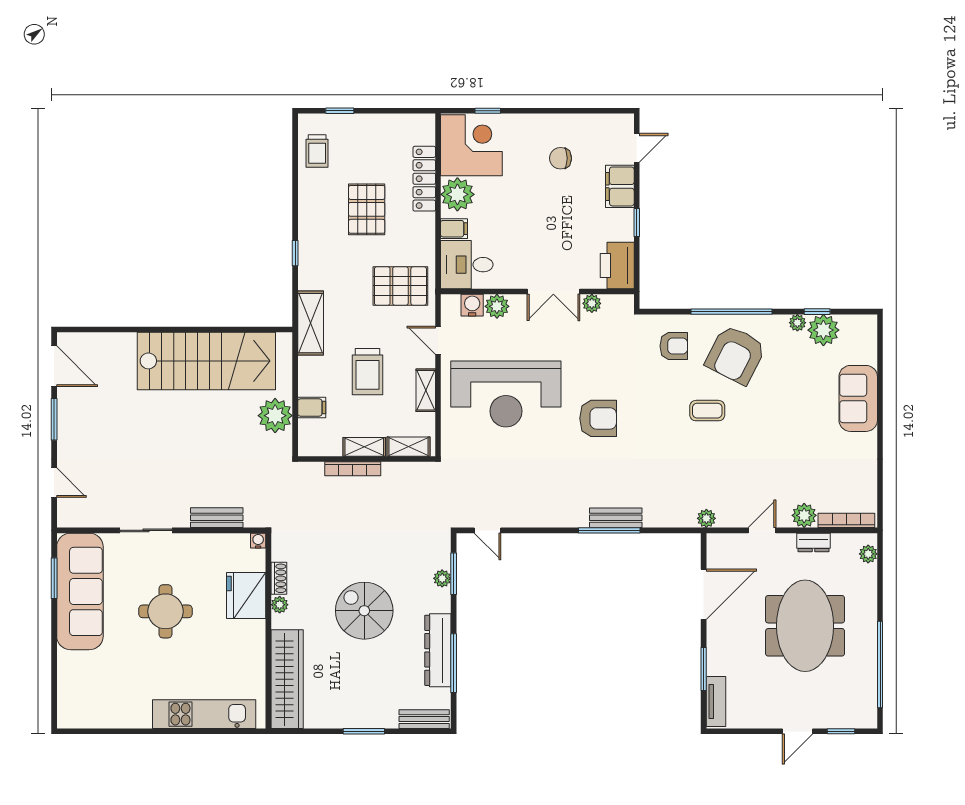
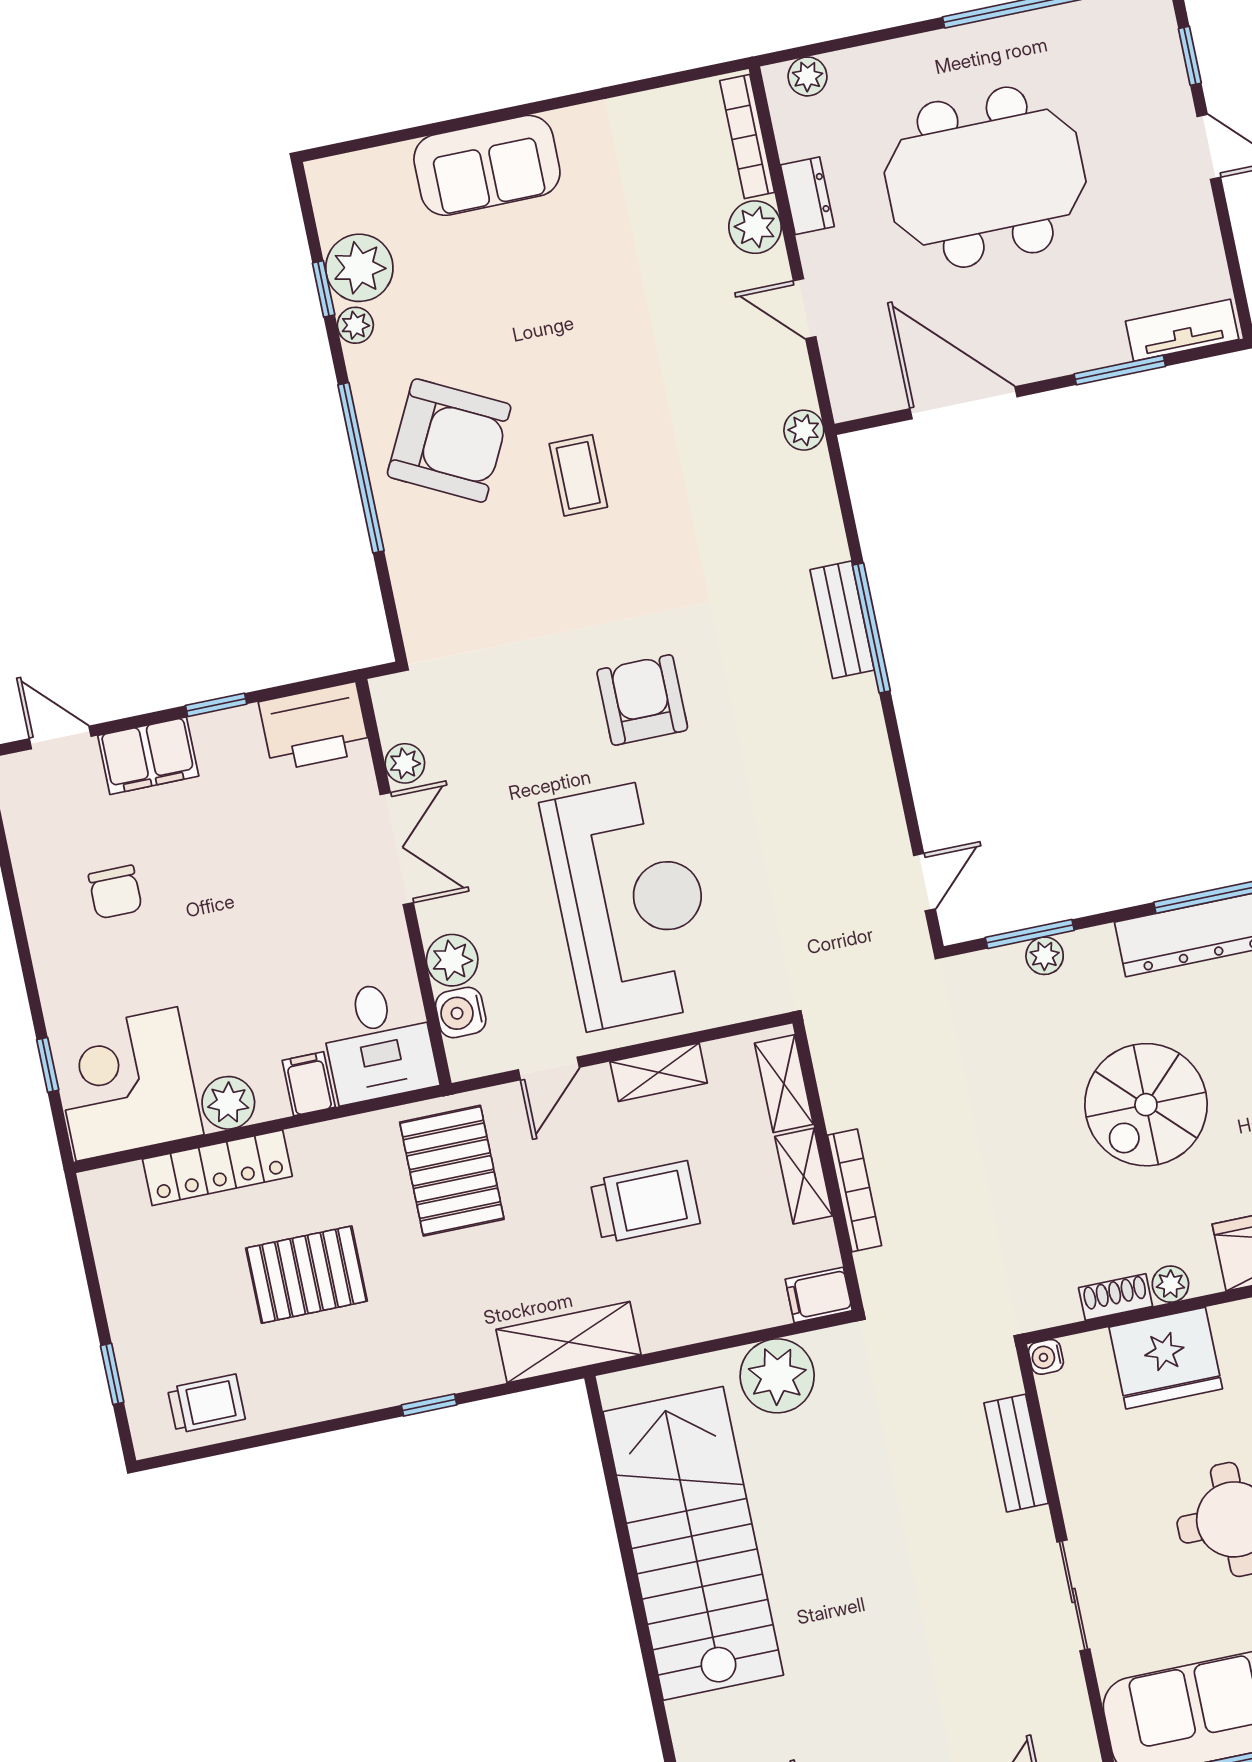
plant: (457, 194) -> (228, 1103), width x0.73, depth x0.73
armchair: (674, 346) -> (458, 573), removed
filing cabinet: (312, 408) -> (819, 1295), moved, turned -90

